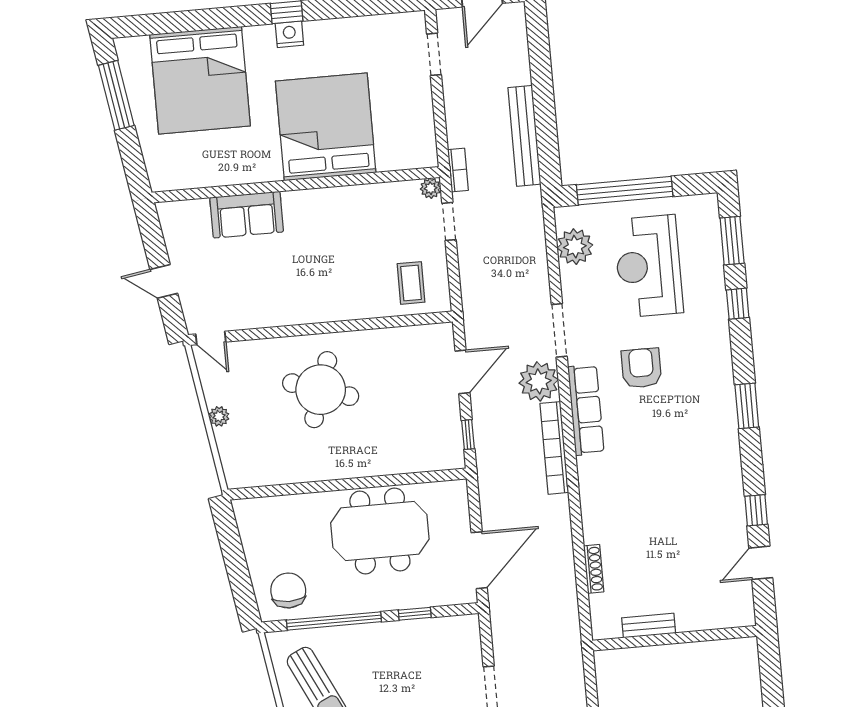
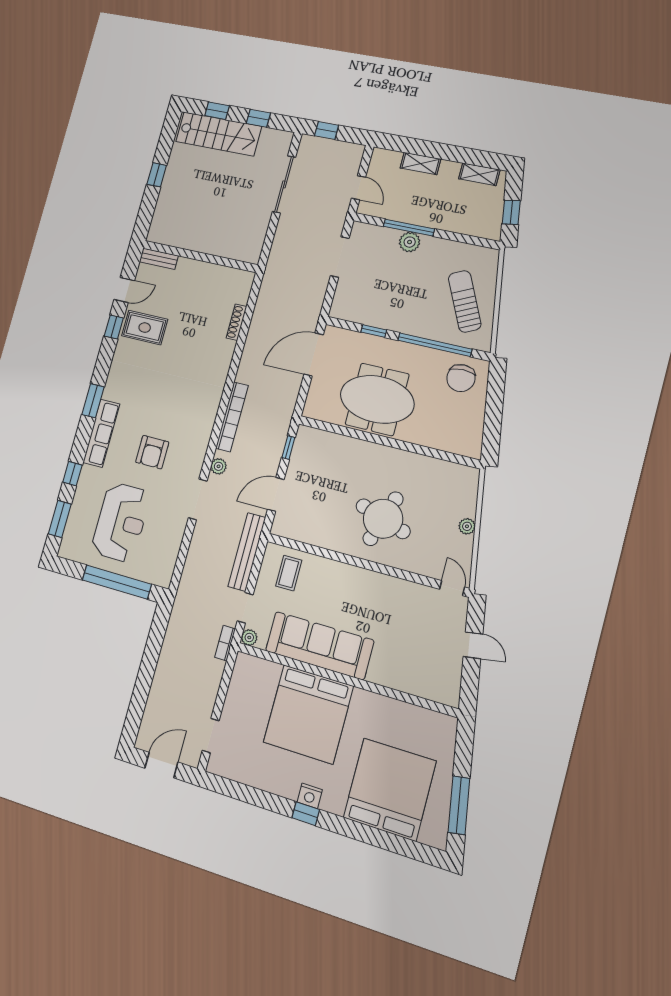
bench: (524, 136) -> (247, 552), moved
sofa: (247, 215) -> (319, 646), moved, width x1.85, depth x1.27
plant: (575, 247) -> (165, 555), removed
plant: (539, 381) -> (219, 466), width x0.53, depth x0.53
row of seats: (586, 410) -> (101, 433), moved, turned 180
rug: (714, 523) -> (145, 328), added
bench: (649, 626) -> (159, 259), moved

